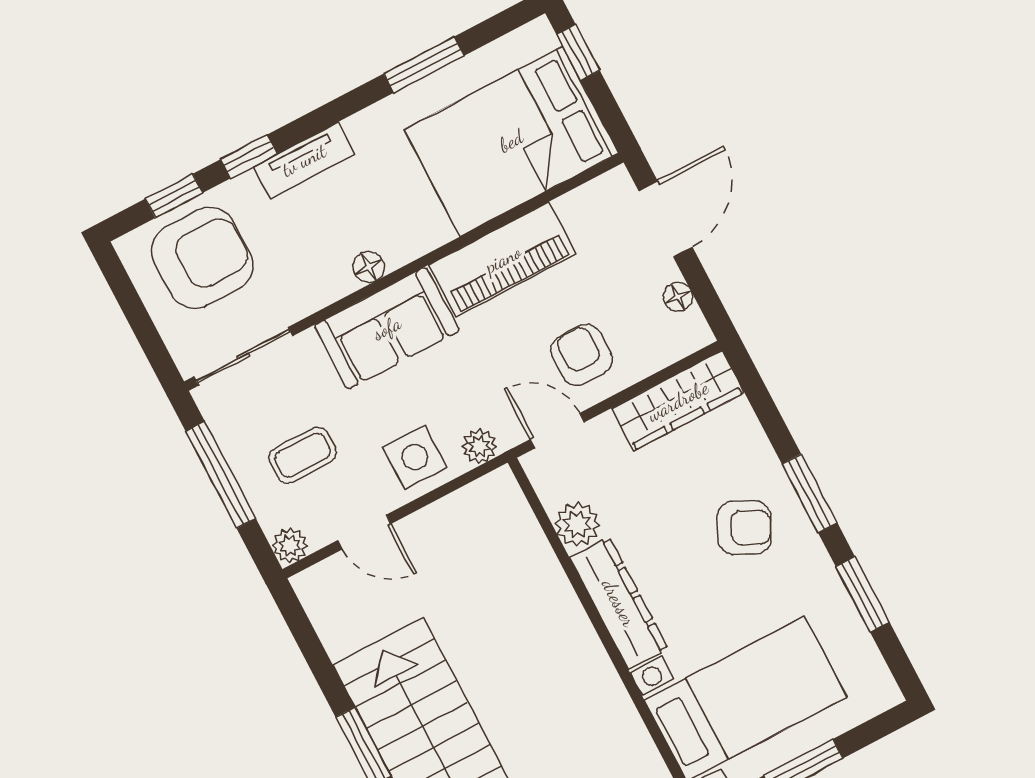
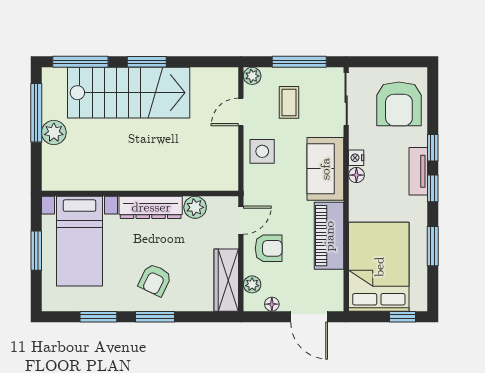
window: (174, 196) -> (433, 188), moved
nightstand: (338, 284) -> (356, 158), added
plant: (479, 446) -> (252, 284), moved

